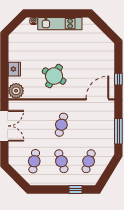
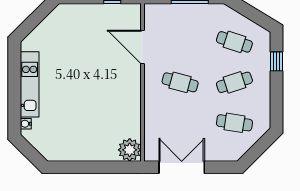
fridge: (14, 69) -> (97, 152), removed
round table: (54, 76) -> (108, 93), removed
door: (97, 99) -> (142, 47), moved

